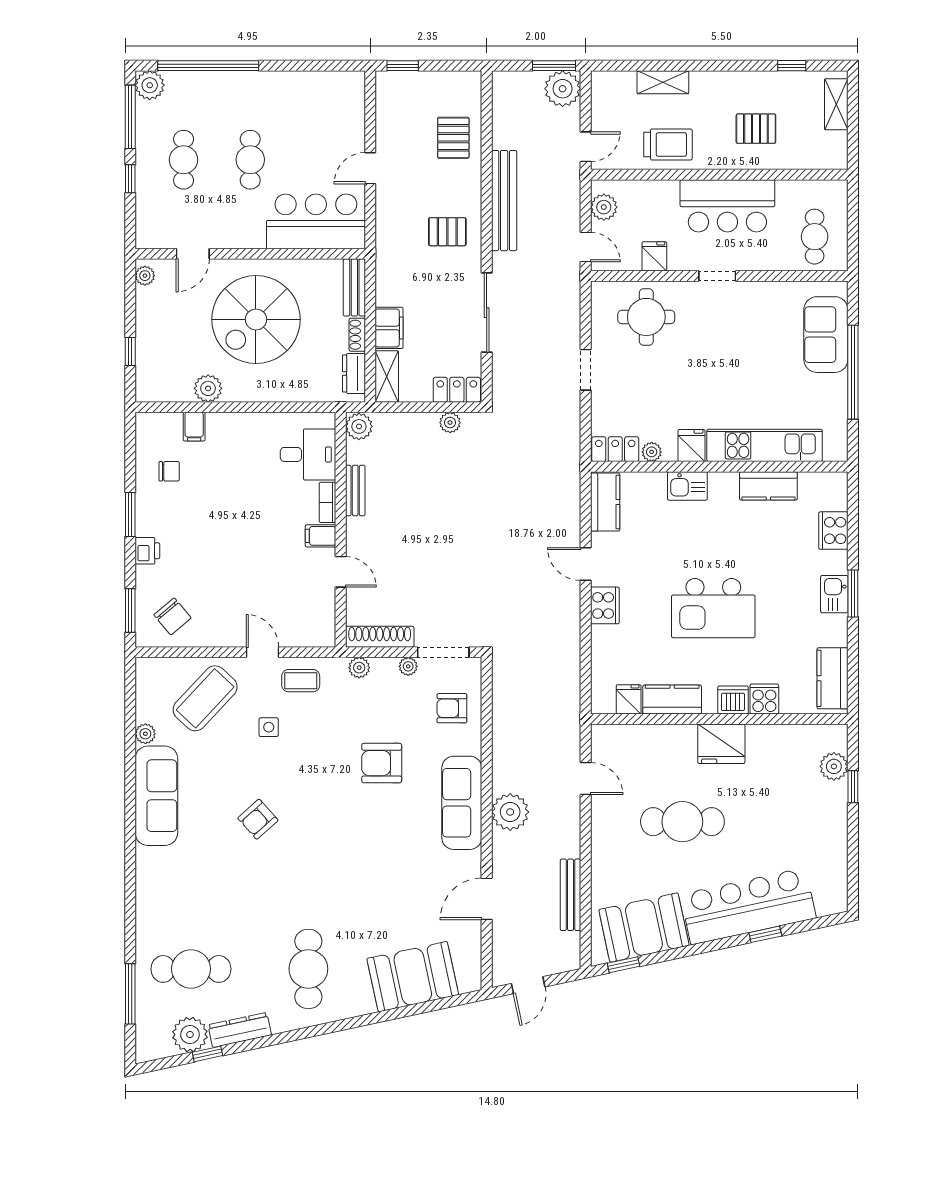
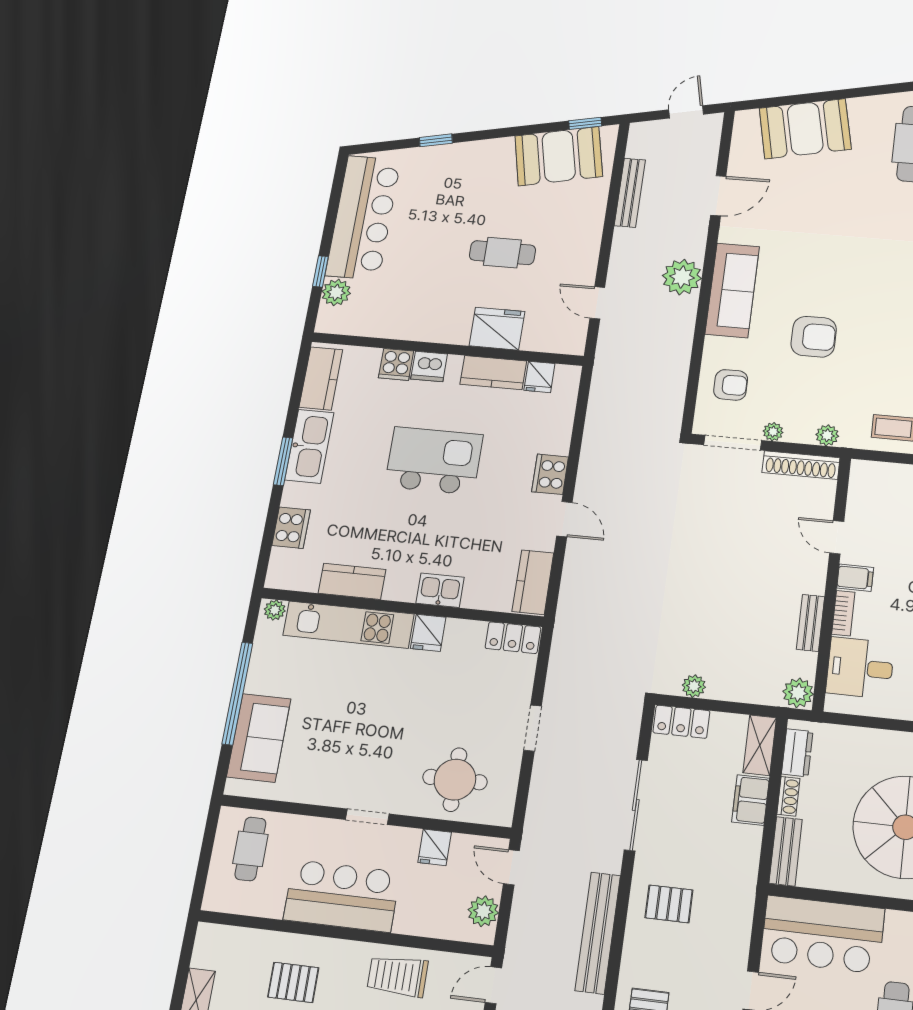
plant: (652, 452) -> (275, 610), moved
kitchen sink: (834, 594) -> (309, 446), width x1.87, depth x1.24
fridge: (721, 744) -> (497, 329), moved
cafe table: (682, 822) -> (502, 253), width x0.73, depth x0.74
bar counter: (748, 906) -> (363, 217), moved, turned -78

